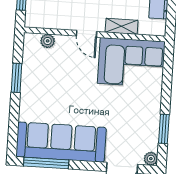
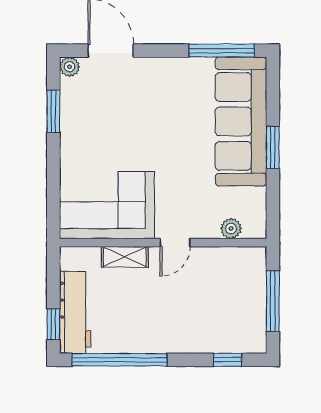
door: (87, 34) -> (175, 243), swing flipped
window: (16, 78) -> (273, 147), moved
sofa: (61, 142) -> (241, 121), moved, turned 90

